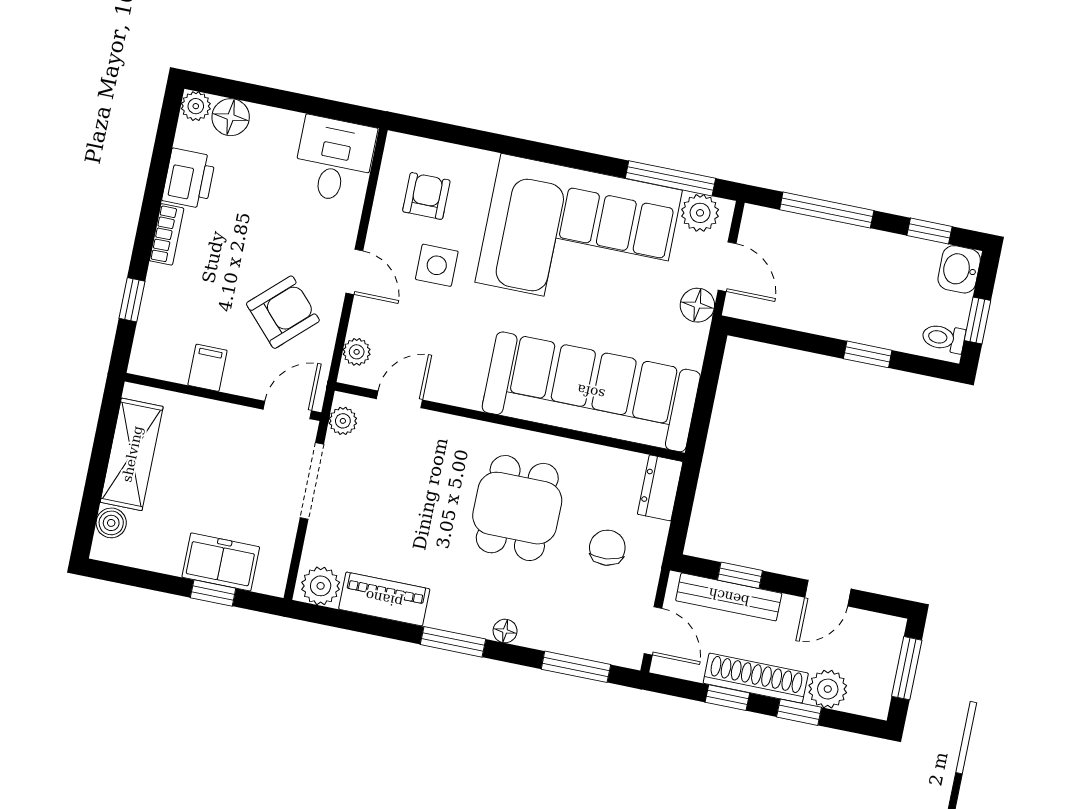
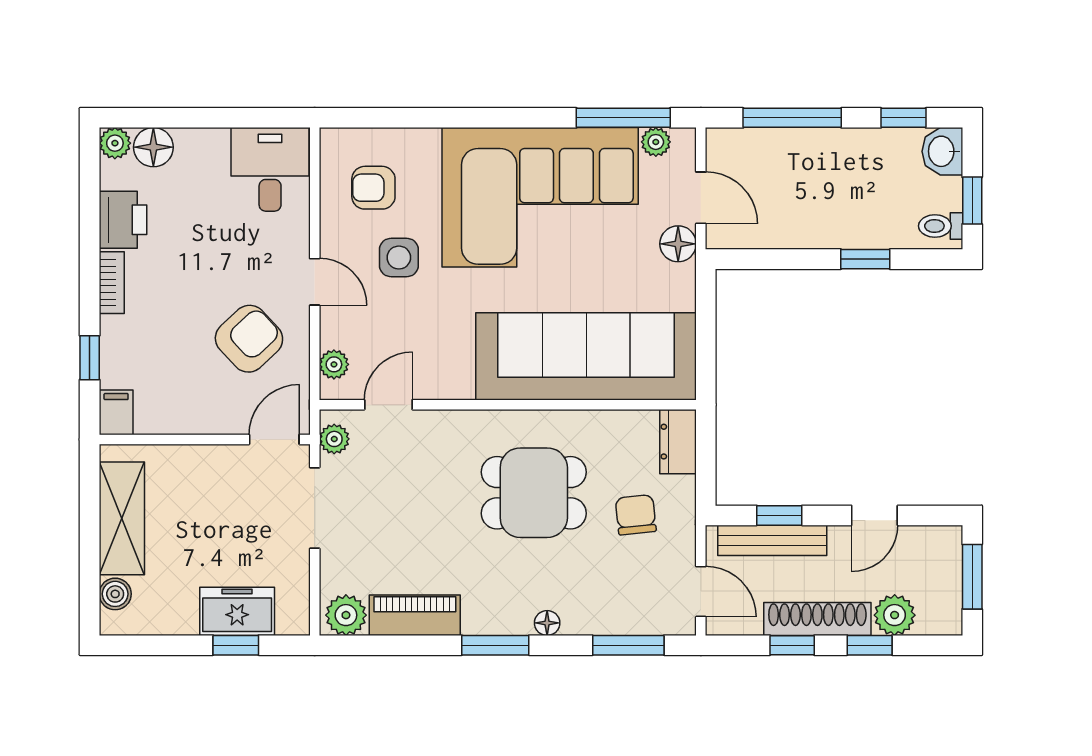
armchair: (426, 196) -> (373, 188), turned -90
plant: (700, 213) -> (656, 142), width x0.73, depth x0.73
filing cabinet: (207, 368) -> (116, 412), moved
dining table: (517, 508) -> (534, 493), turned 90

